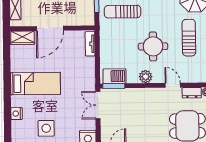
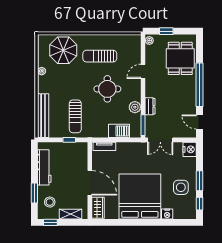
barbecue: (114, 76) -> (119, 131), moved, turned 90
plant: (146, 77) -> (135, 107), moved
bed: (35, 83) -> (140, 197), width x2.04
dresser: (192, 93) -> (150, 106), moved

